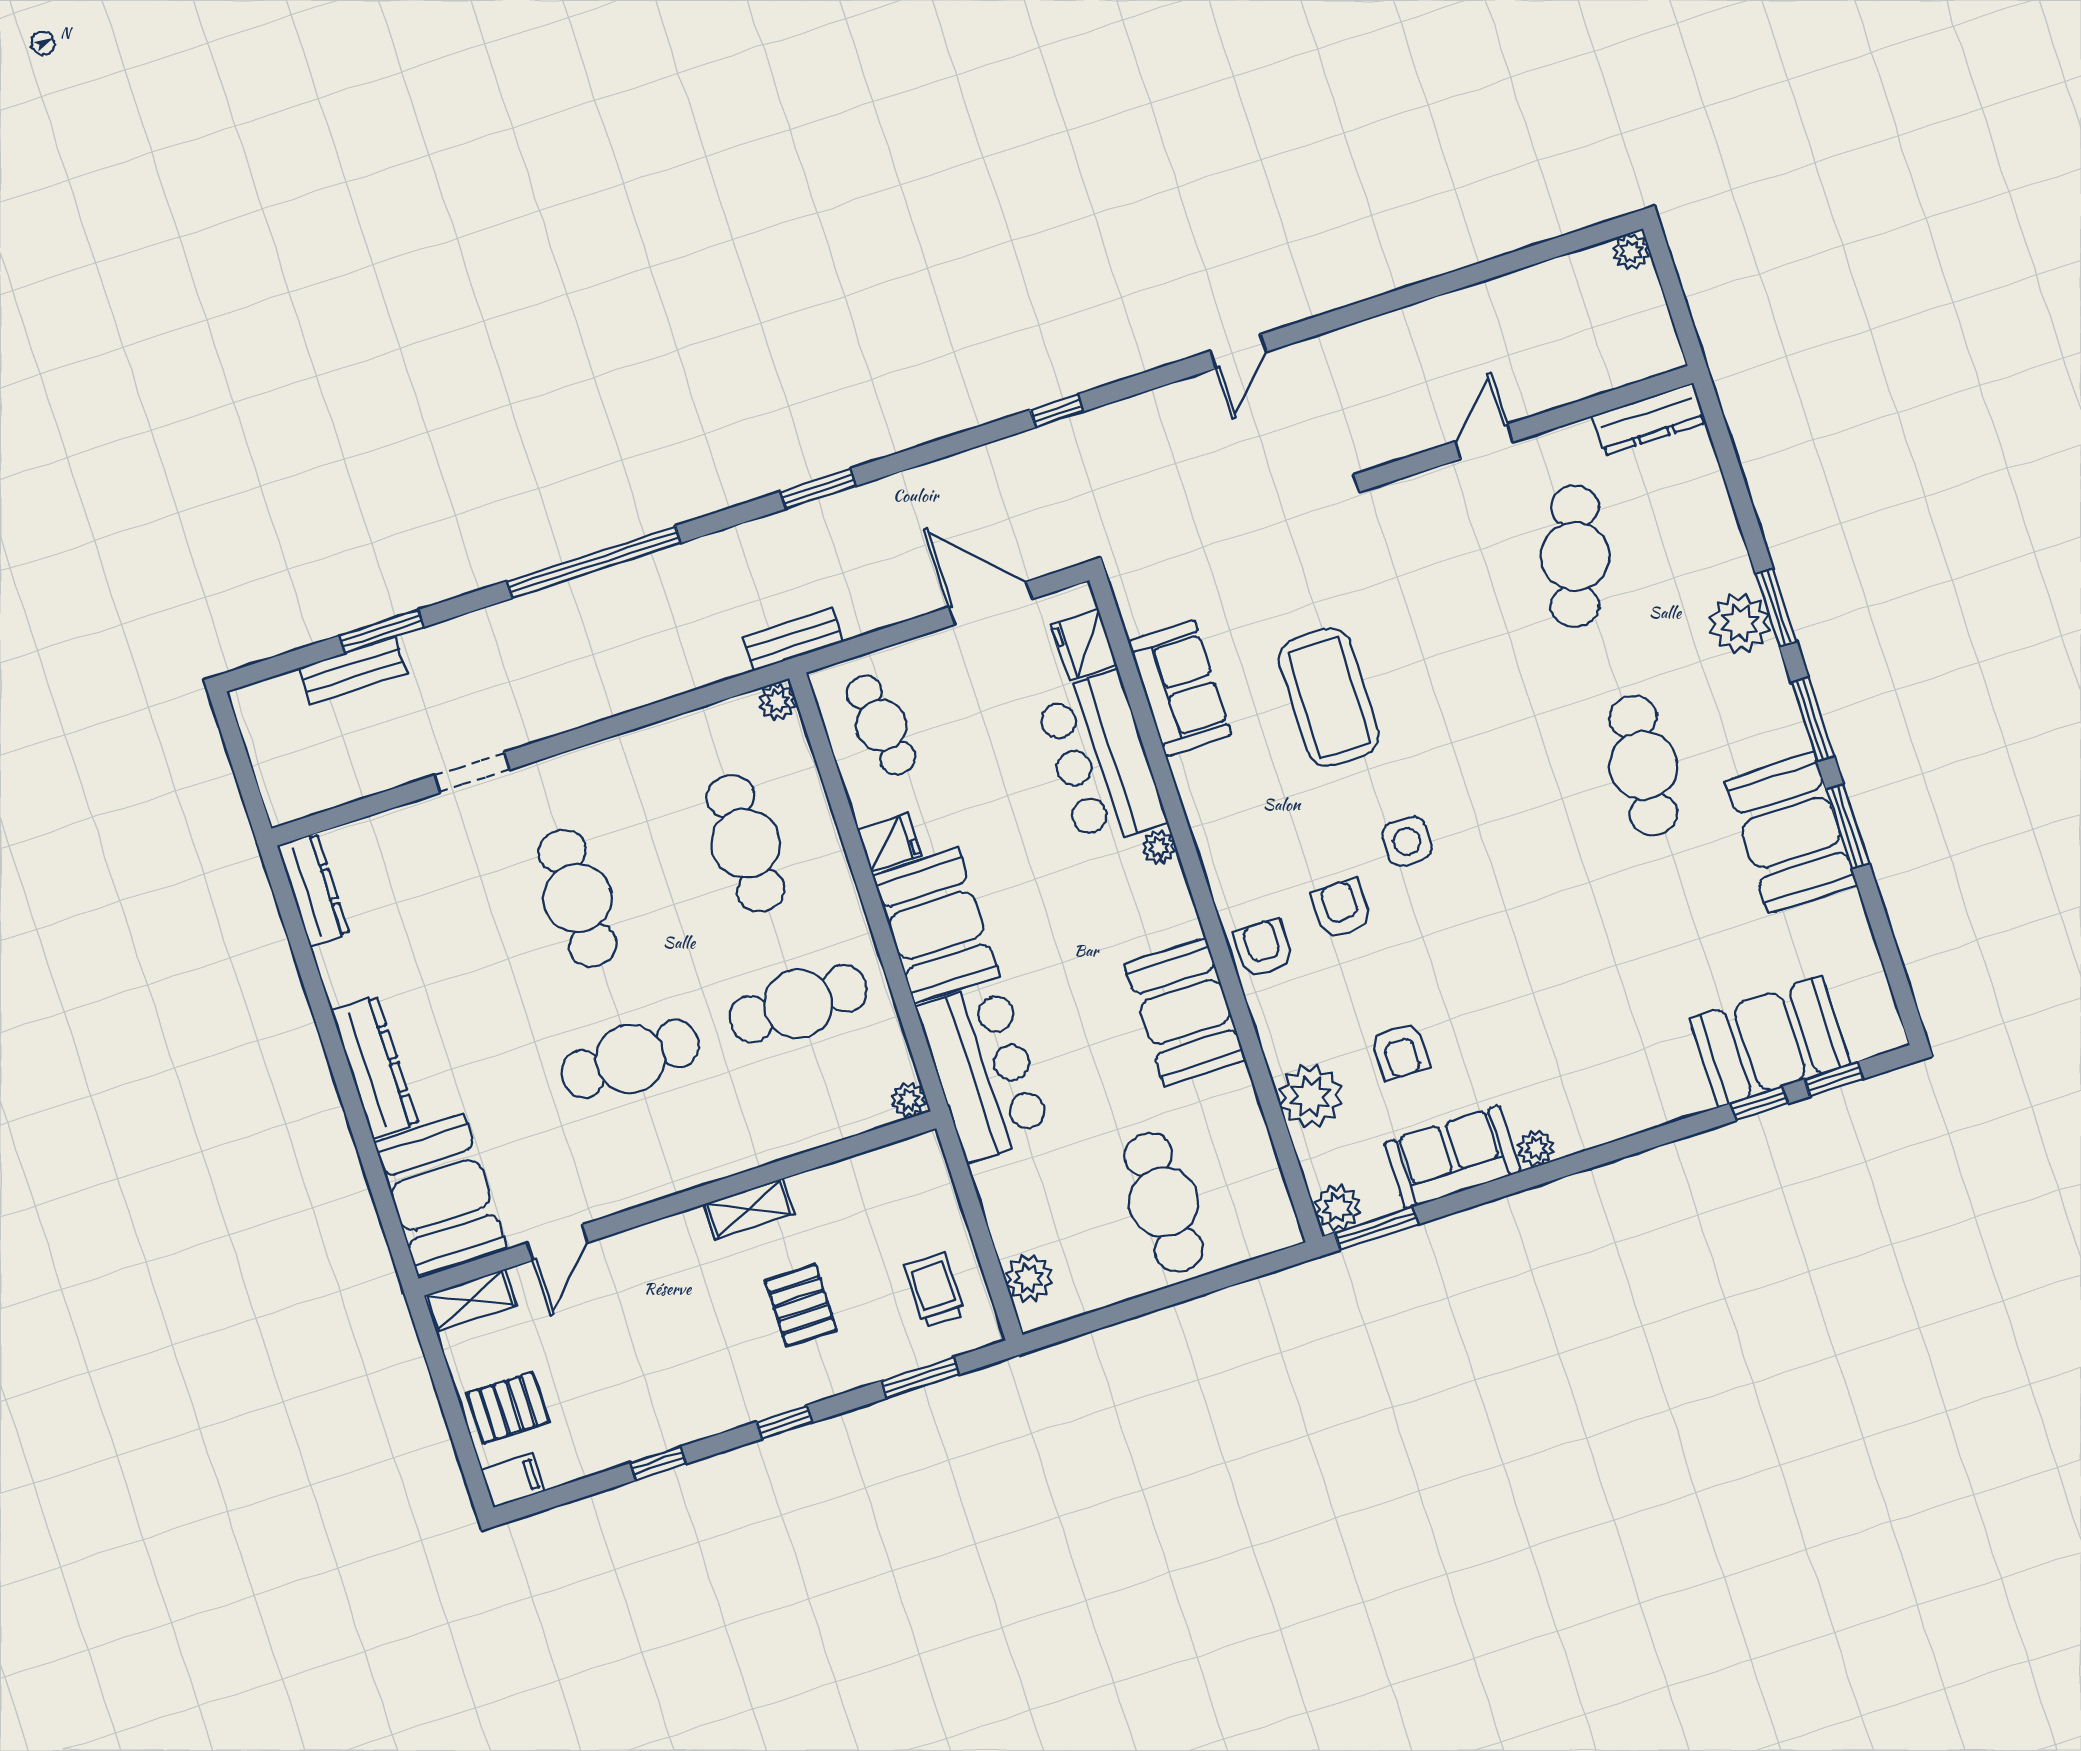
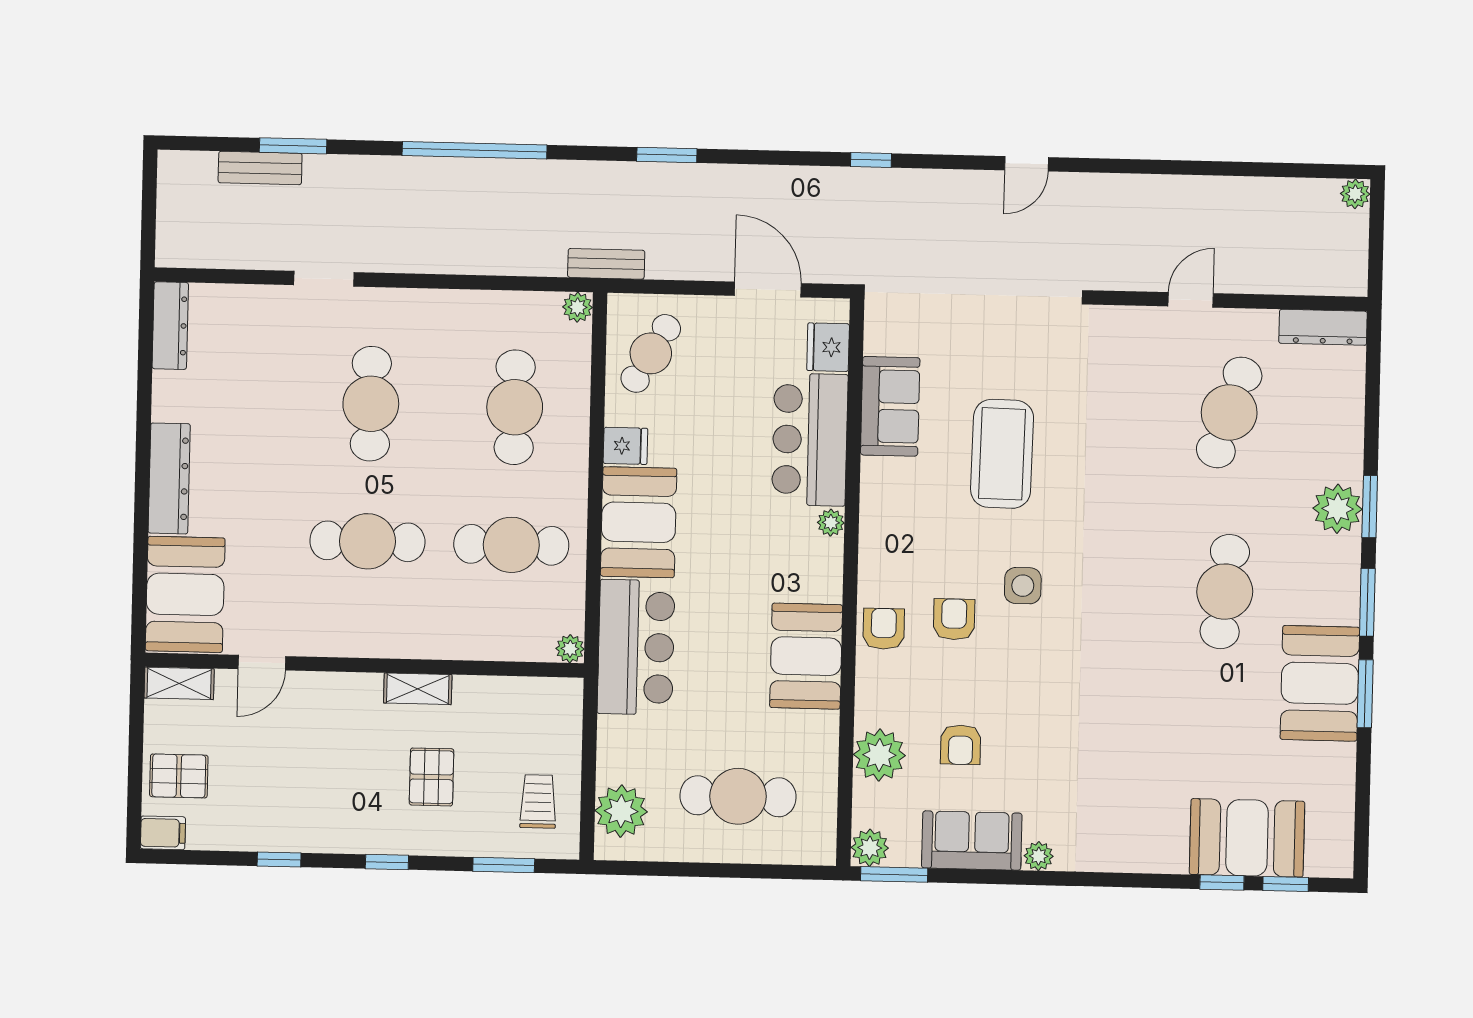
cafe table: (881, 725) -> (651, 353), turned 39
cafe table: (1164, 1202) -> (738, 796), turned 90
plant: (1029, 1278) -> (621, 811), width x1.36, depth x1.36

